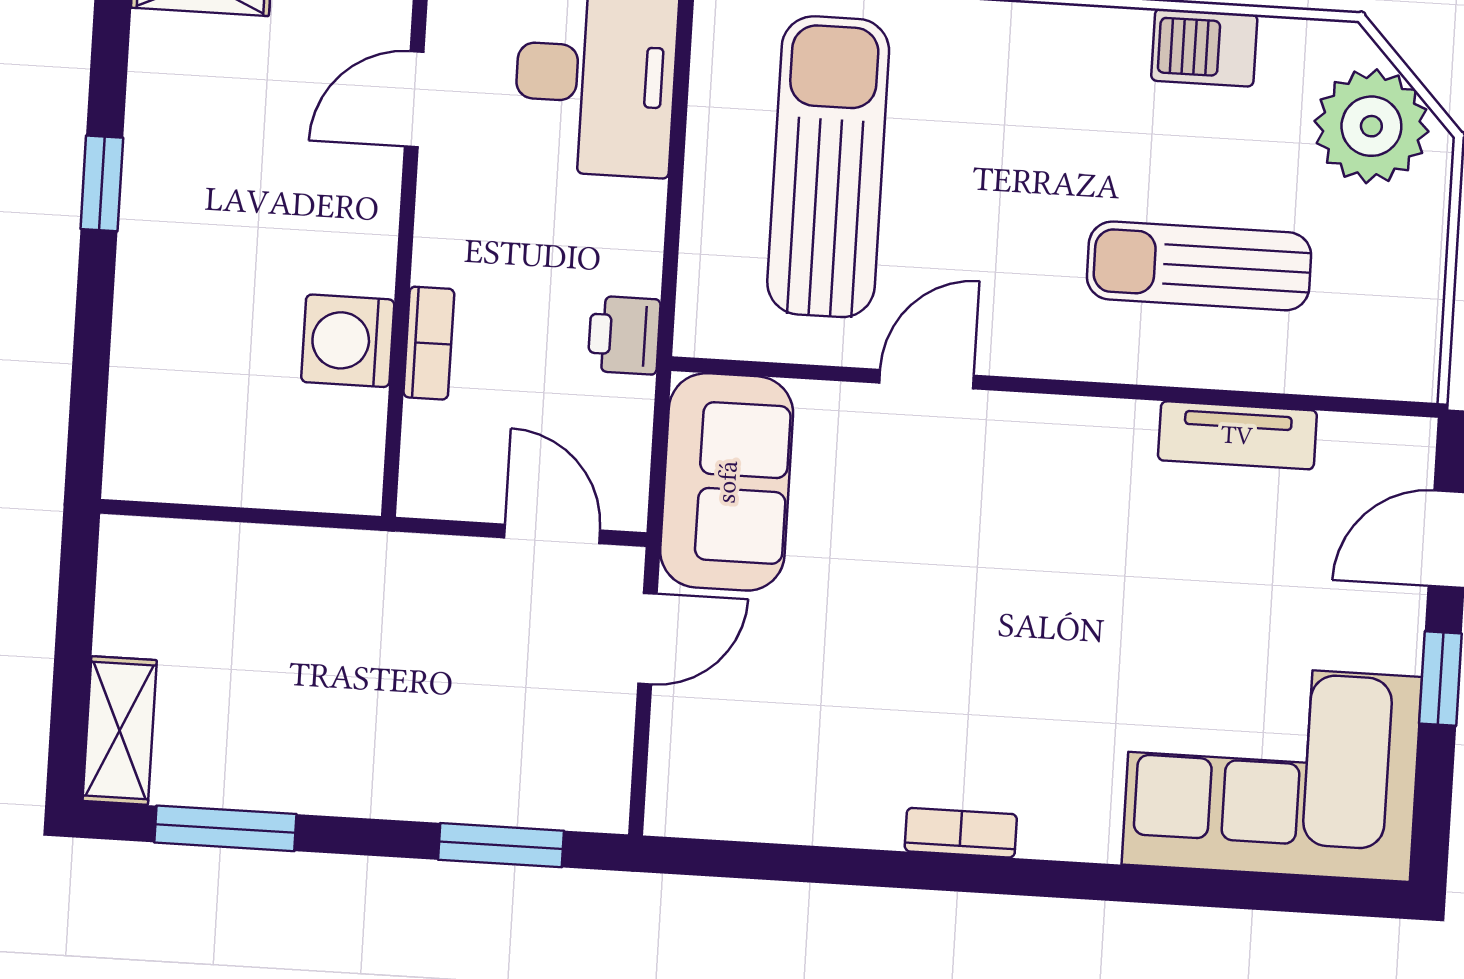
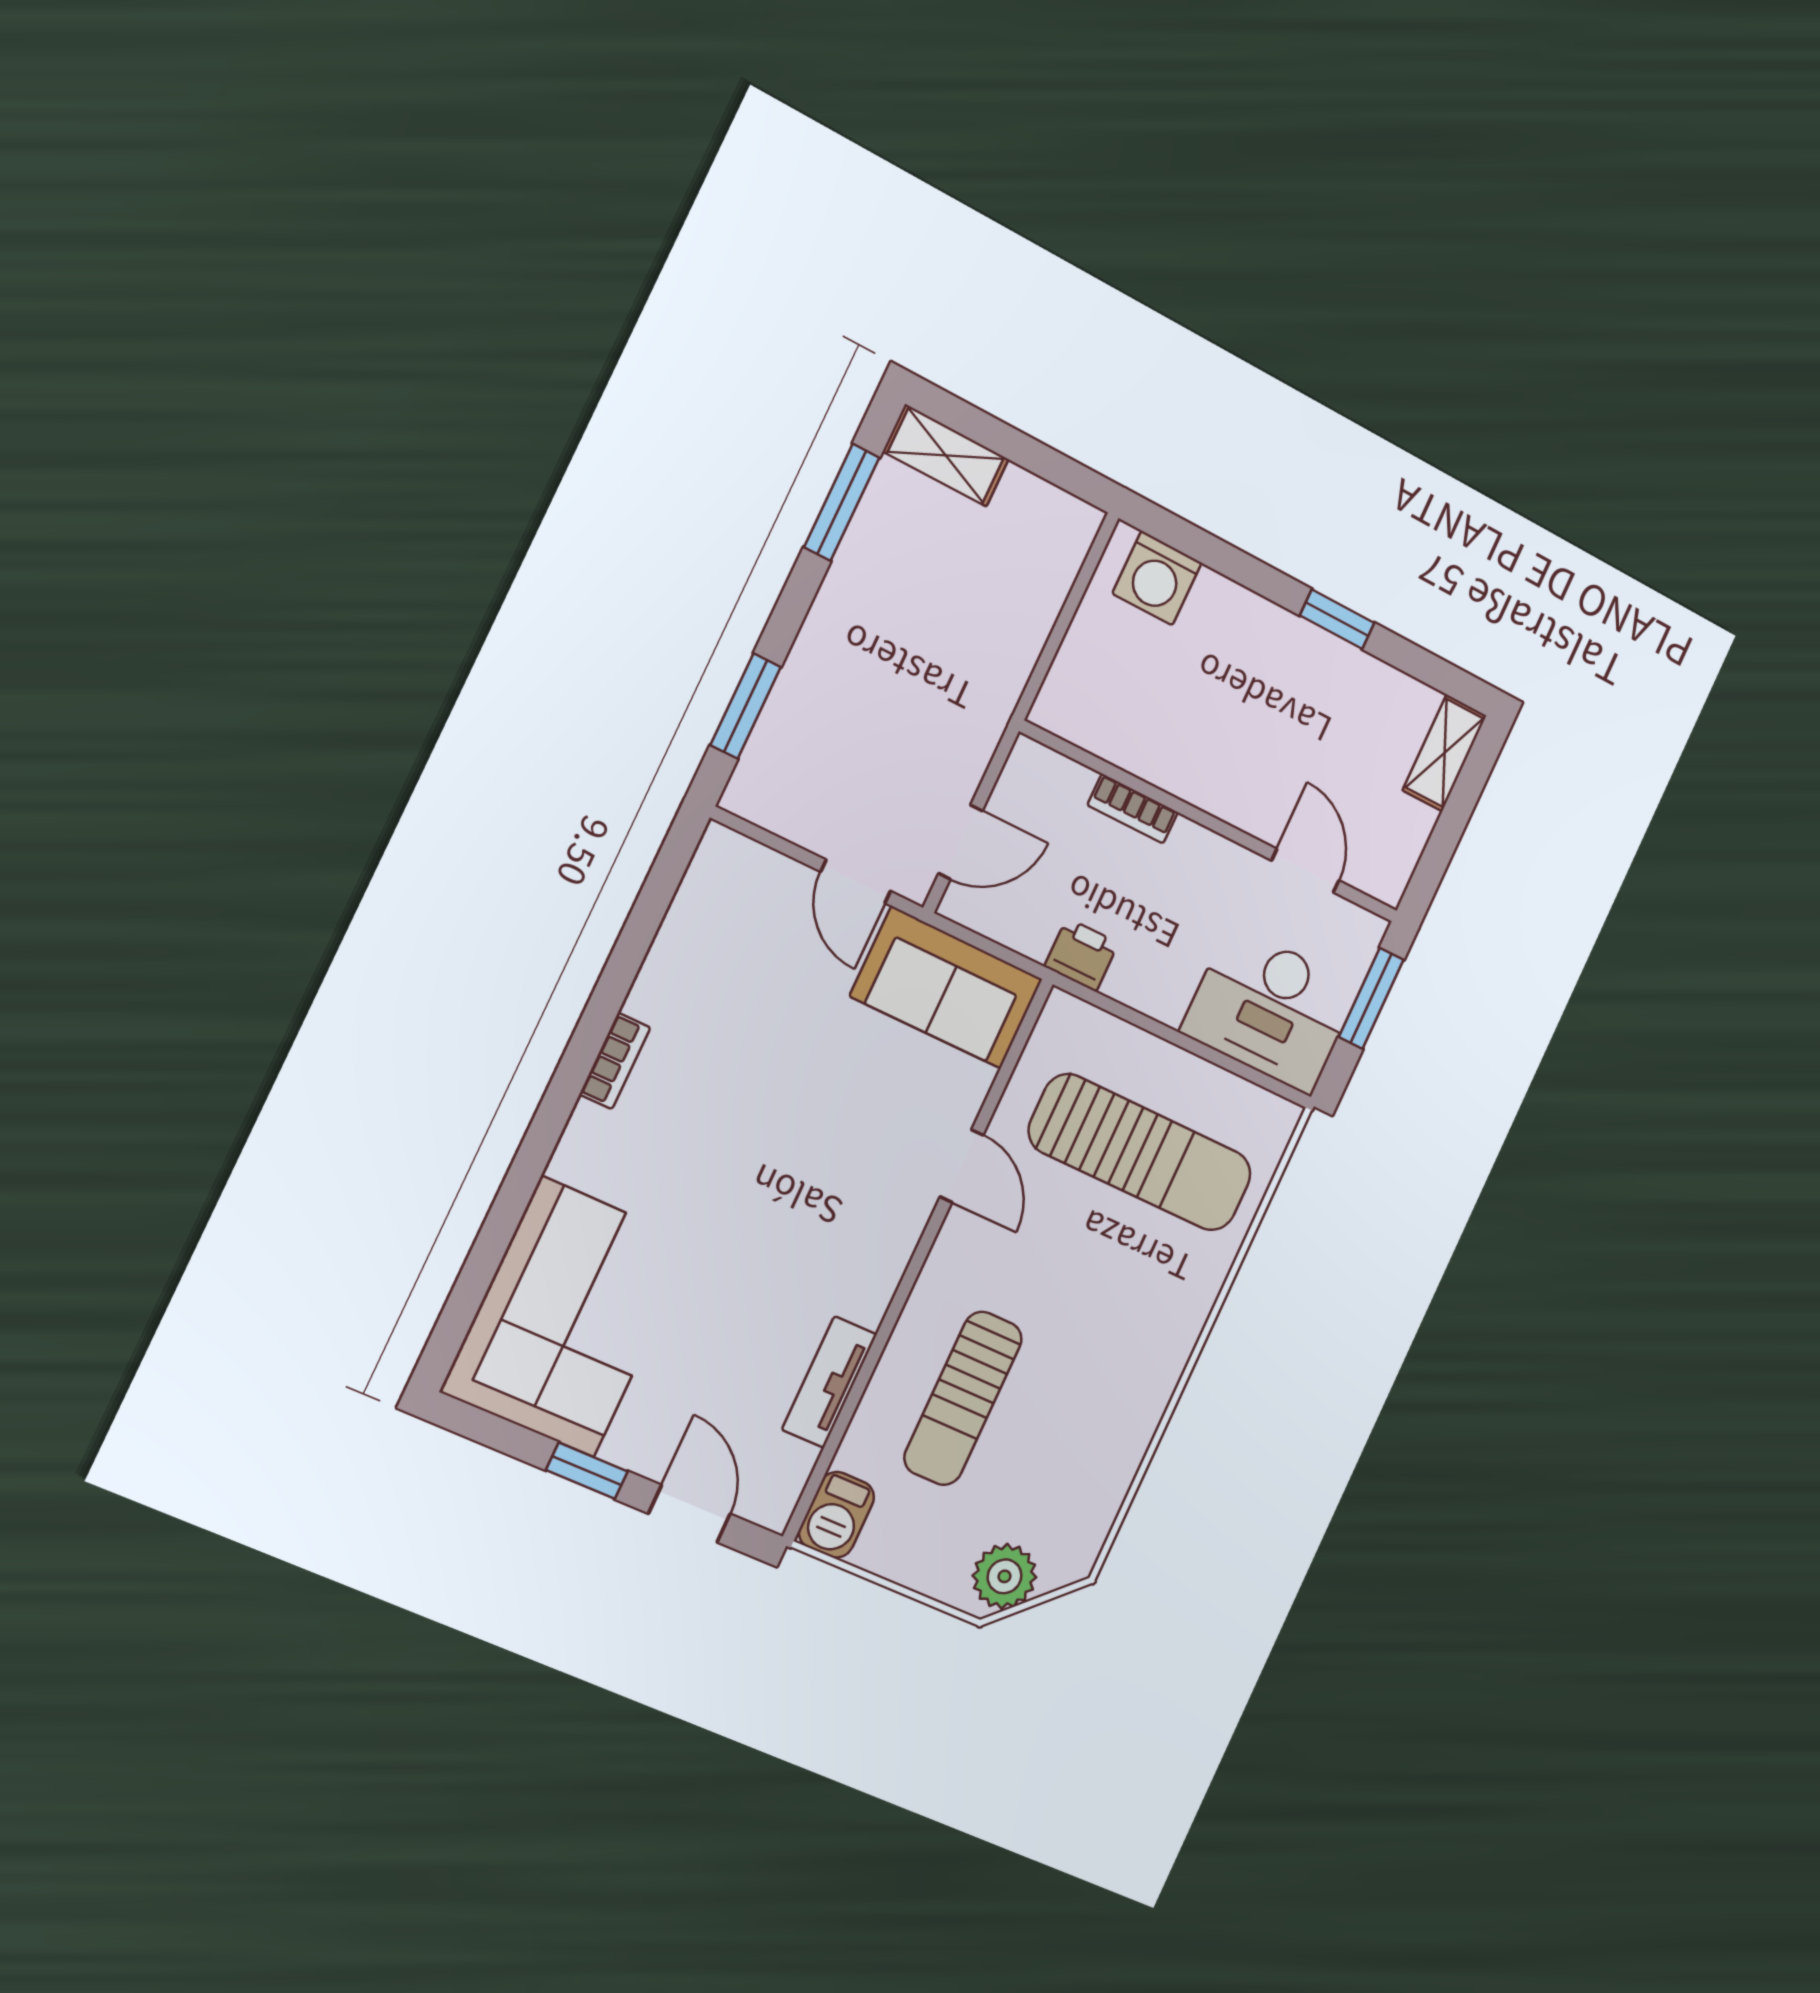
barbecue: (1204, 48) -> (837, 1515), moved, turned 180
plant: (1371, 126) -> (1004, 1576), width x0.73, depth x0.73
sun lounger: (1199, 266) -> (963, 1398), turned 180
washing machine: (348, 341) -> (1157, 578), moved, turned 180

